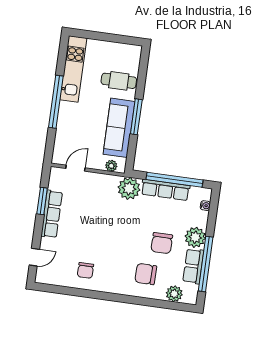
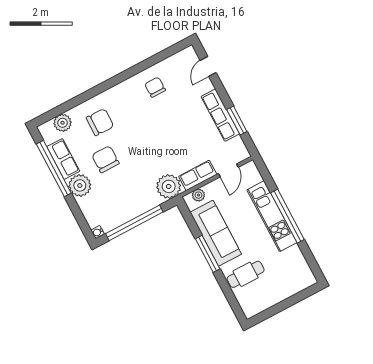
kitchen unit: (73, 69) -> (272, 216), moved
row of seats: (165, 190) -> (198, 175), moved, width x0.68
water cooler: (205, 206) -> (98, 232), moved

